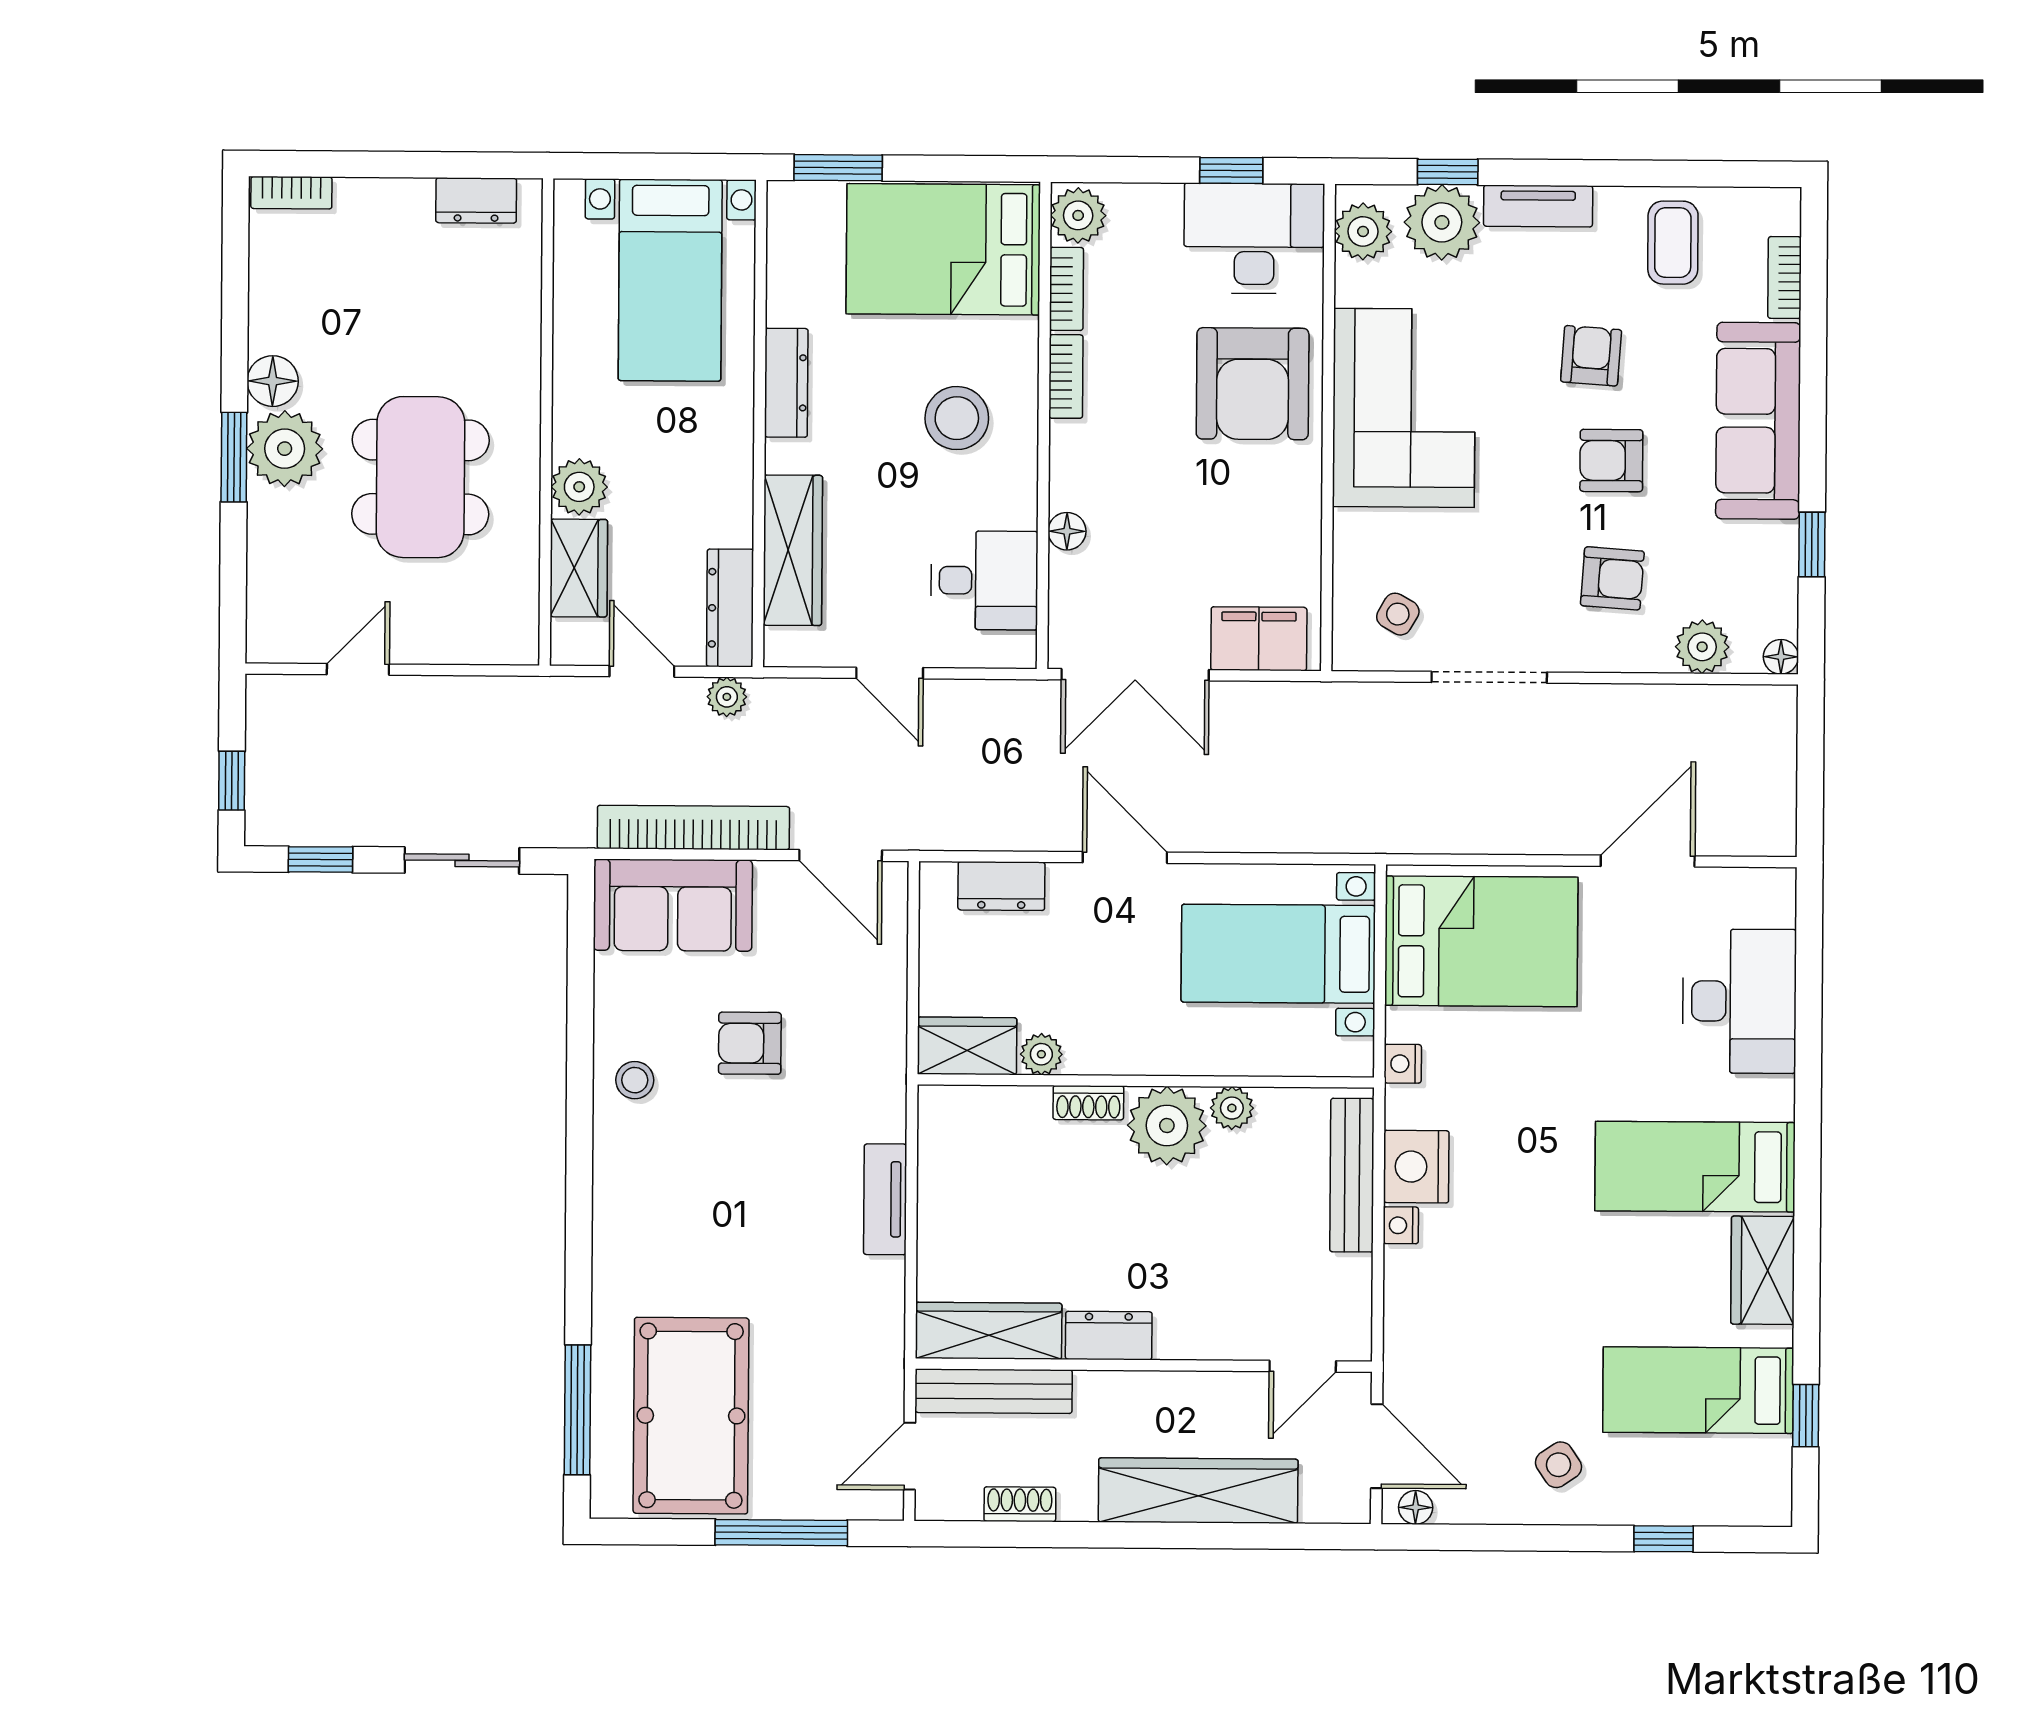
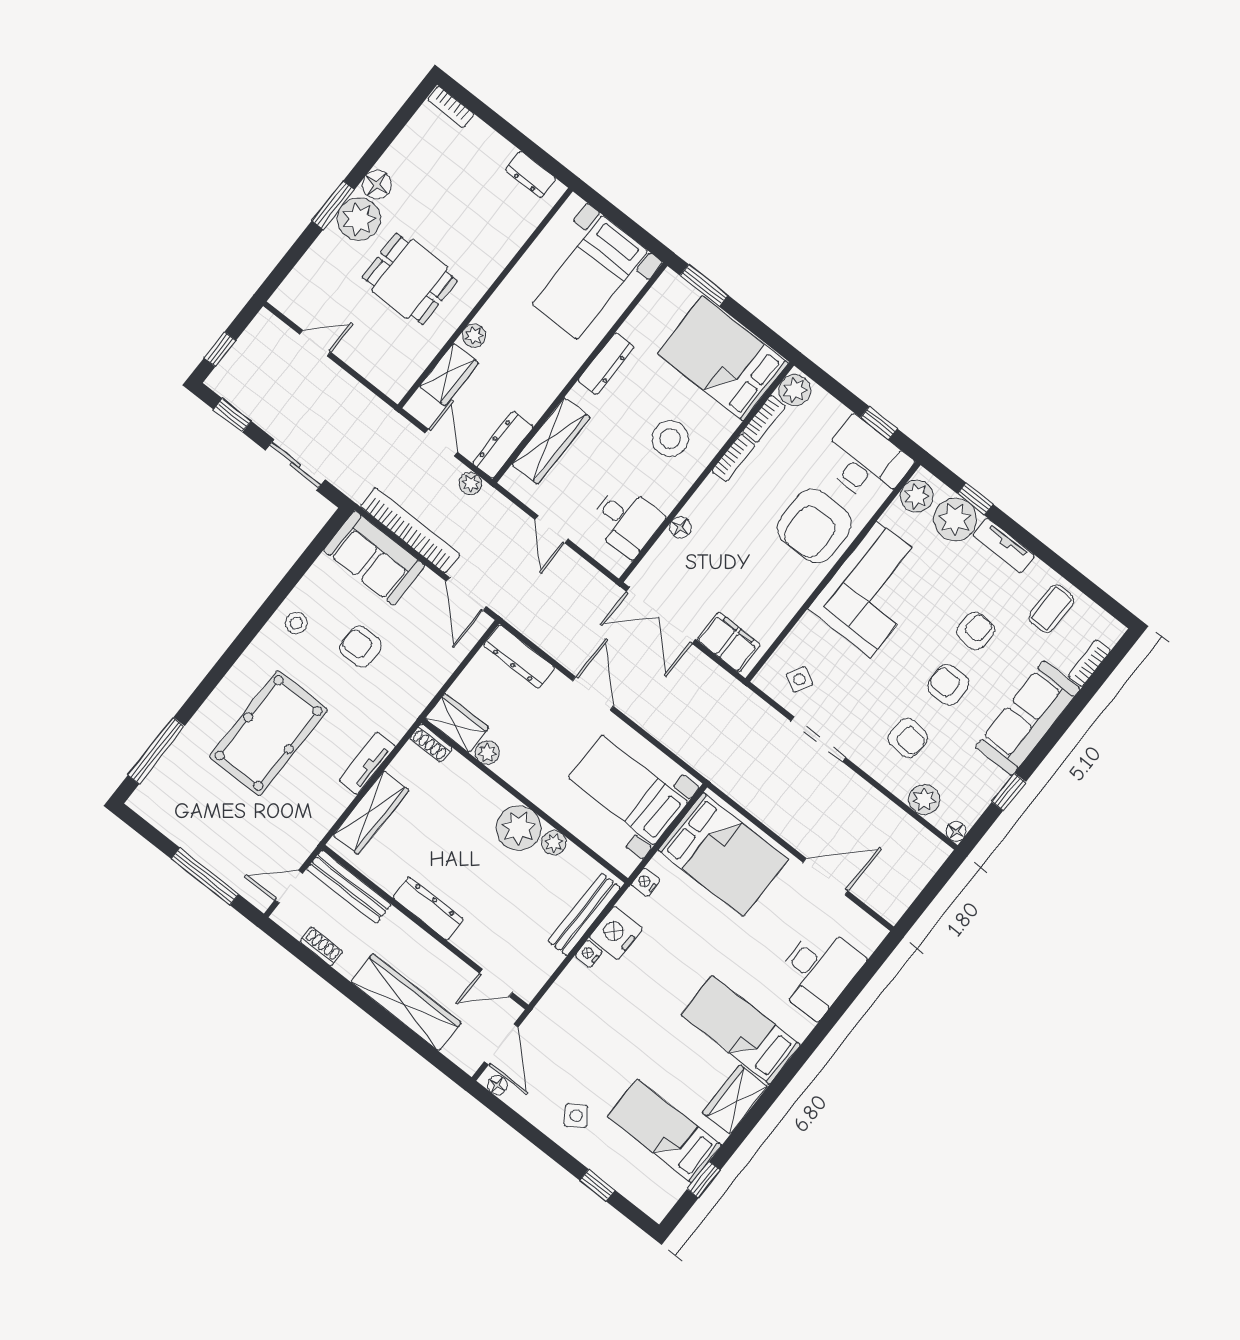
dining table: (420, 477) -> (410, 279), width x0.73
plant: (579, 487) -> (474, 336), width x0.73, depth x0.73
dresser: (1001, 886) -> (519, 657), width x1.44
shoe rack: (1088, 1103) -> (431, 743), moved
wardrobe: (989, 1331) -> (371, 813), moved, turned 90
dresser: (1109, 1336) -> (428, 908), width x1.44
pool table: (691, 1416) -> (269, 733), moved

